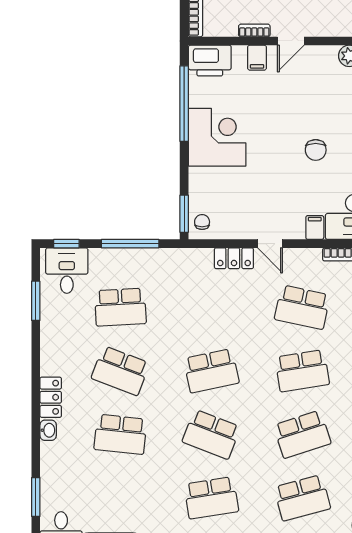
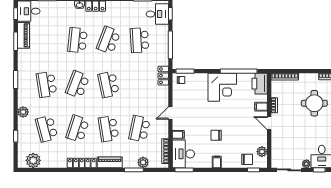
locker: (234, 258) -> (163, 76), moved
school desk: (302, 434) -> (78, 129), turned 36

